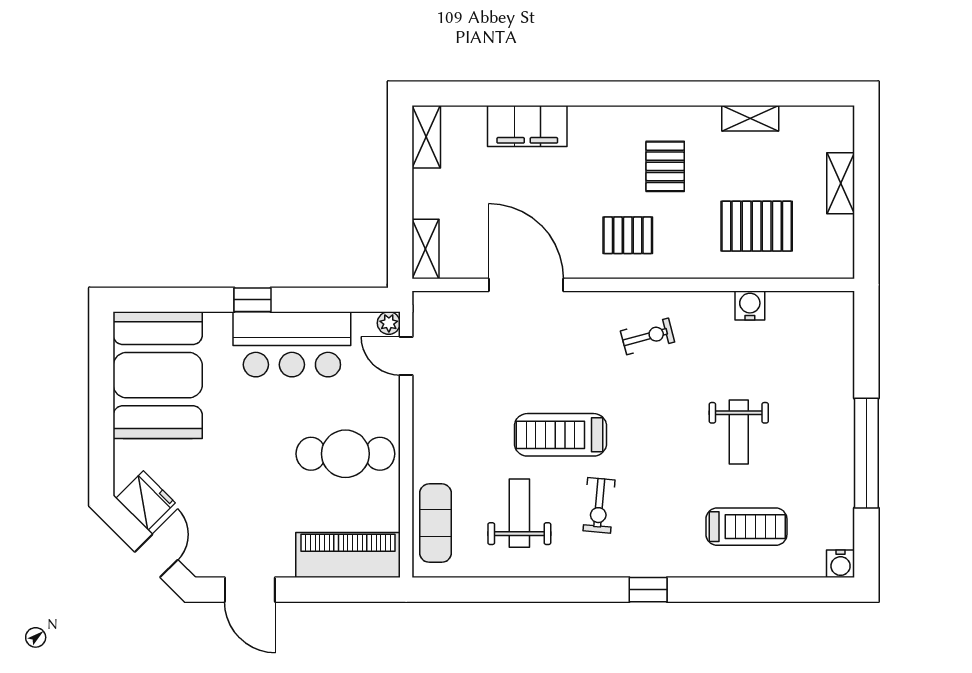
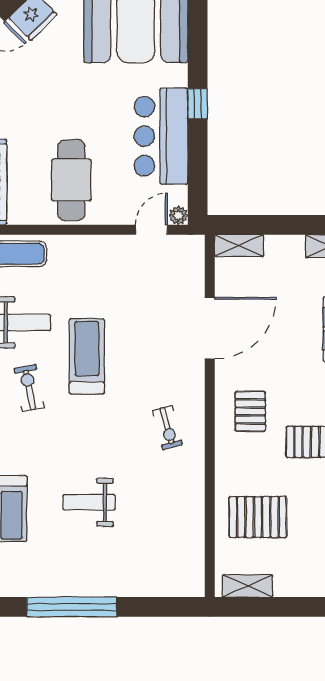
shelving: (841, 183) -> (248, 586), moved
pallet: (757, 226) -> (258, 517), turned 90
water cooler: (750, 305) -> (193, 511), removed
exercise bike: (599, 505) -> (29, 388), turned 74

